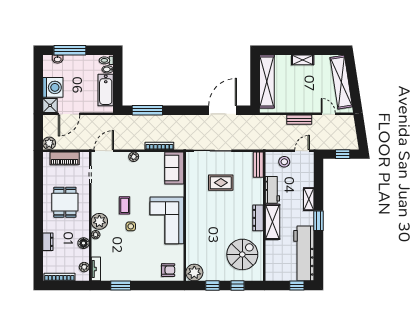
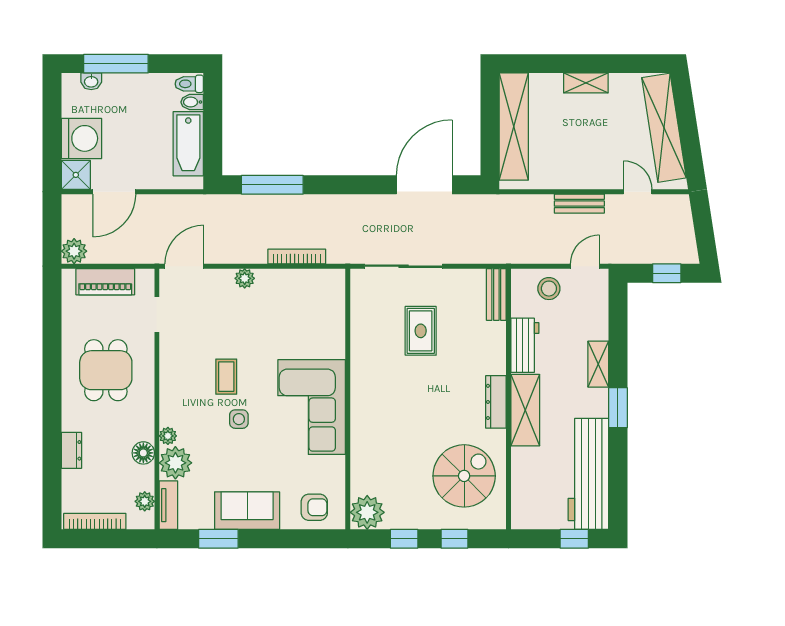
sofa: (174, 168) -> (247, 511), moved, turned 90
rug: (221, 183) -> (421, 331), turned 90
plant: (99, 221) -> (175, 463), moved

